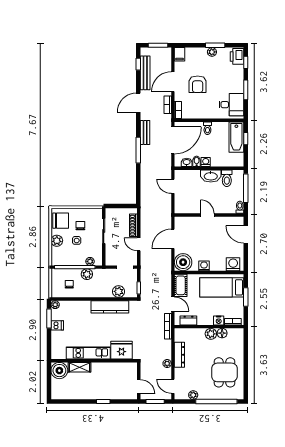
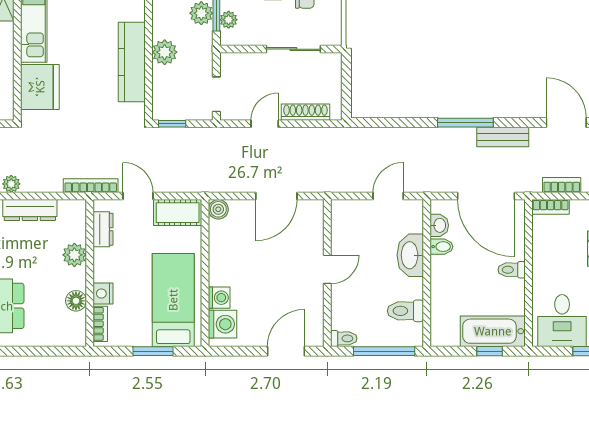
washing machine: (206, 162) -> (440, 266), removed
washbasin: (211, 176) -> (410, 255), moved
door: (173, 239) -> (276, 196), swing flipped
boiler: (183, 262) -> (218, 209), width x0.54, depth x0.54
washing machine: (204, 266) -> (219, 298), moved
plant: (119, 291) -> (165, 52), moved
door: (173, 304) -> (138, 196), swing flipped
plant: (211, 334) -> (74, 255), moved

